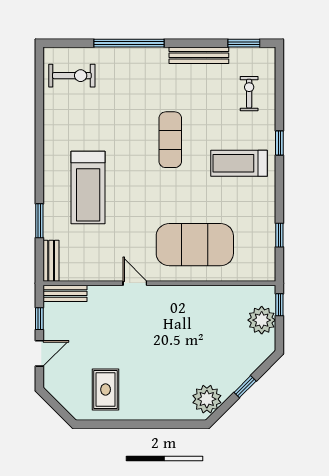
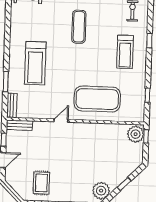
exercise mat: (170, 140) -> (79, 27), moved
treadmill: (239, 163) -> (125, 52), turned -90
door: (135, 283) -> (61, 121), hinge flipped
plant: (262, 320) -> (136, 134), moved

